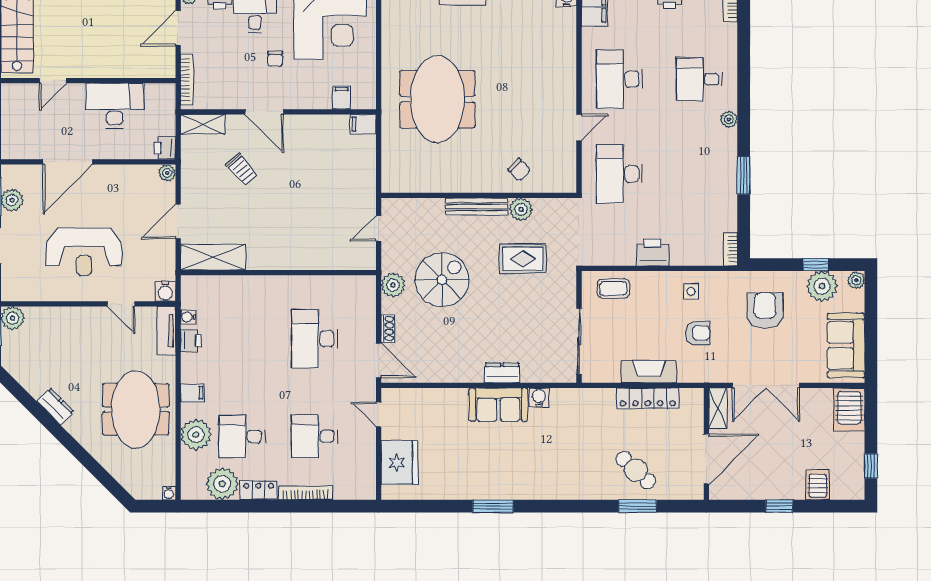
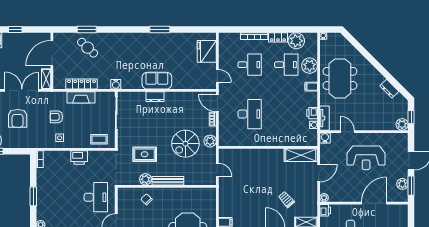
door: (379, 228) -> (217, 170), hinge flipped
reception desk: (84, 252) -> (366, 158), turned 180
armchair: (765, 311) -> (18, 118), moved
water cooler: (539, 398) -> (116, 84), moved
dresser: (55, 406) -> (389, 89), moved

